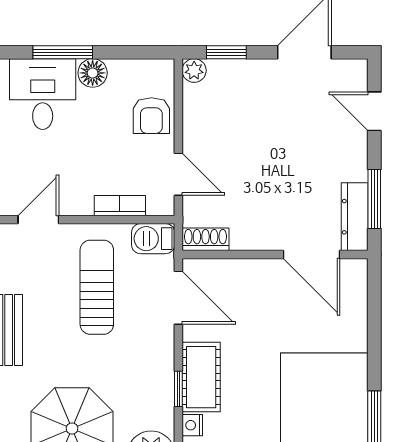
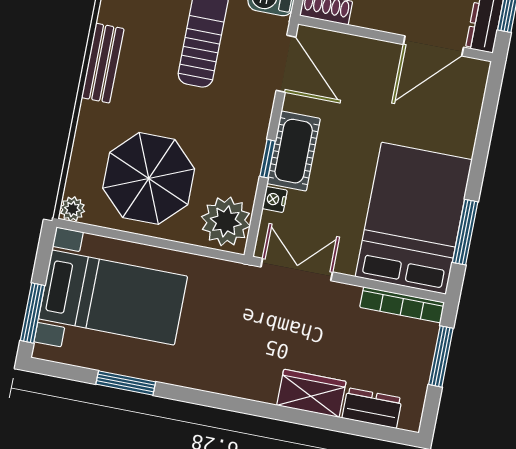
door: (312, 255) -> (433, 46), hinge flipped

